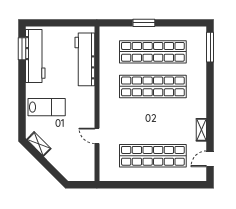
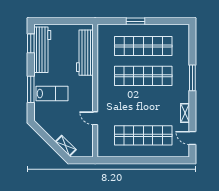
window: (210, 47) -> (192, 78), moved
window: (22, 102) -> (31, 89), added
shelving: (39, 144) -> (66, 146), moved
door: (210, 159) -> (192, 138), hinge flipped

